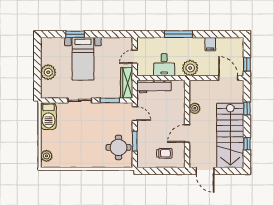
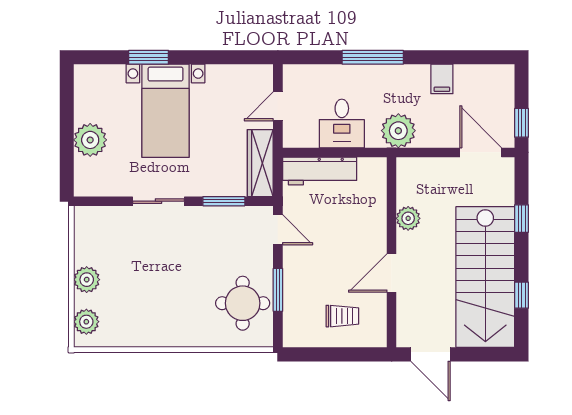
barbecue: (48, 116) -> (91, 235), removed
plant: (47, 137) -> (87, 280), added

